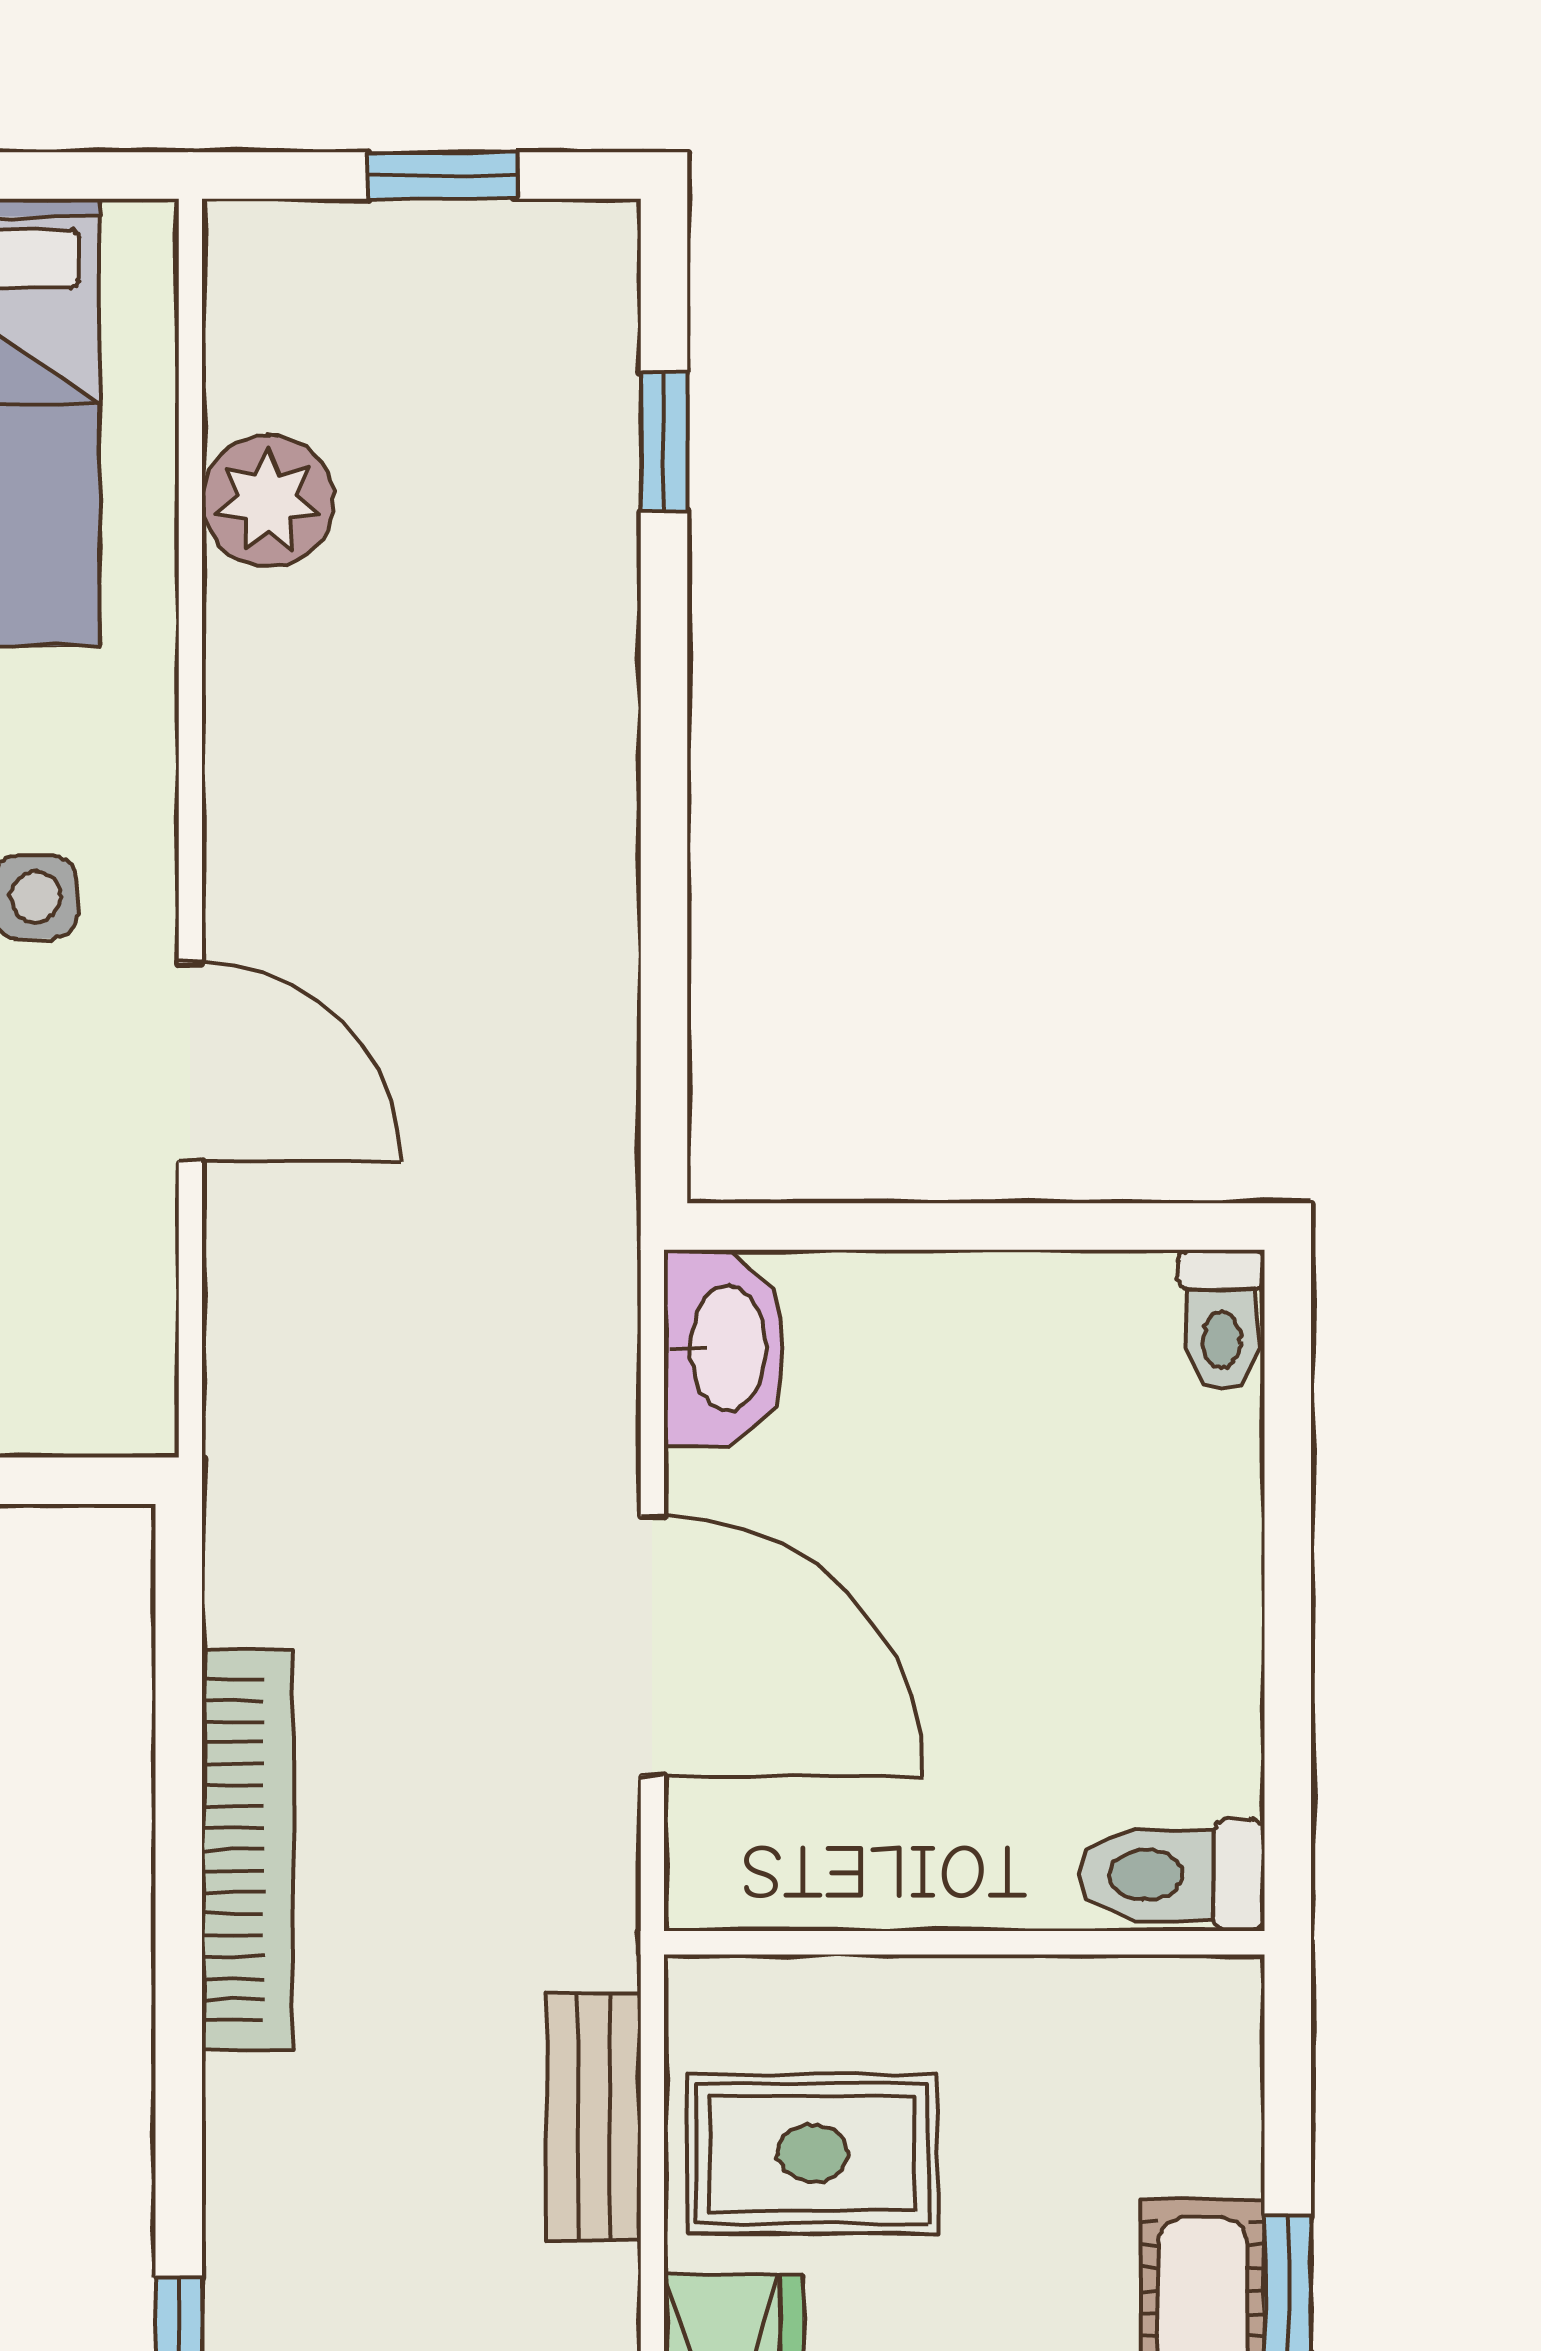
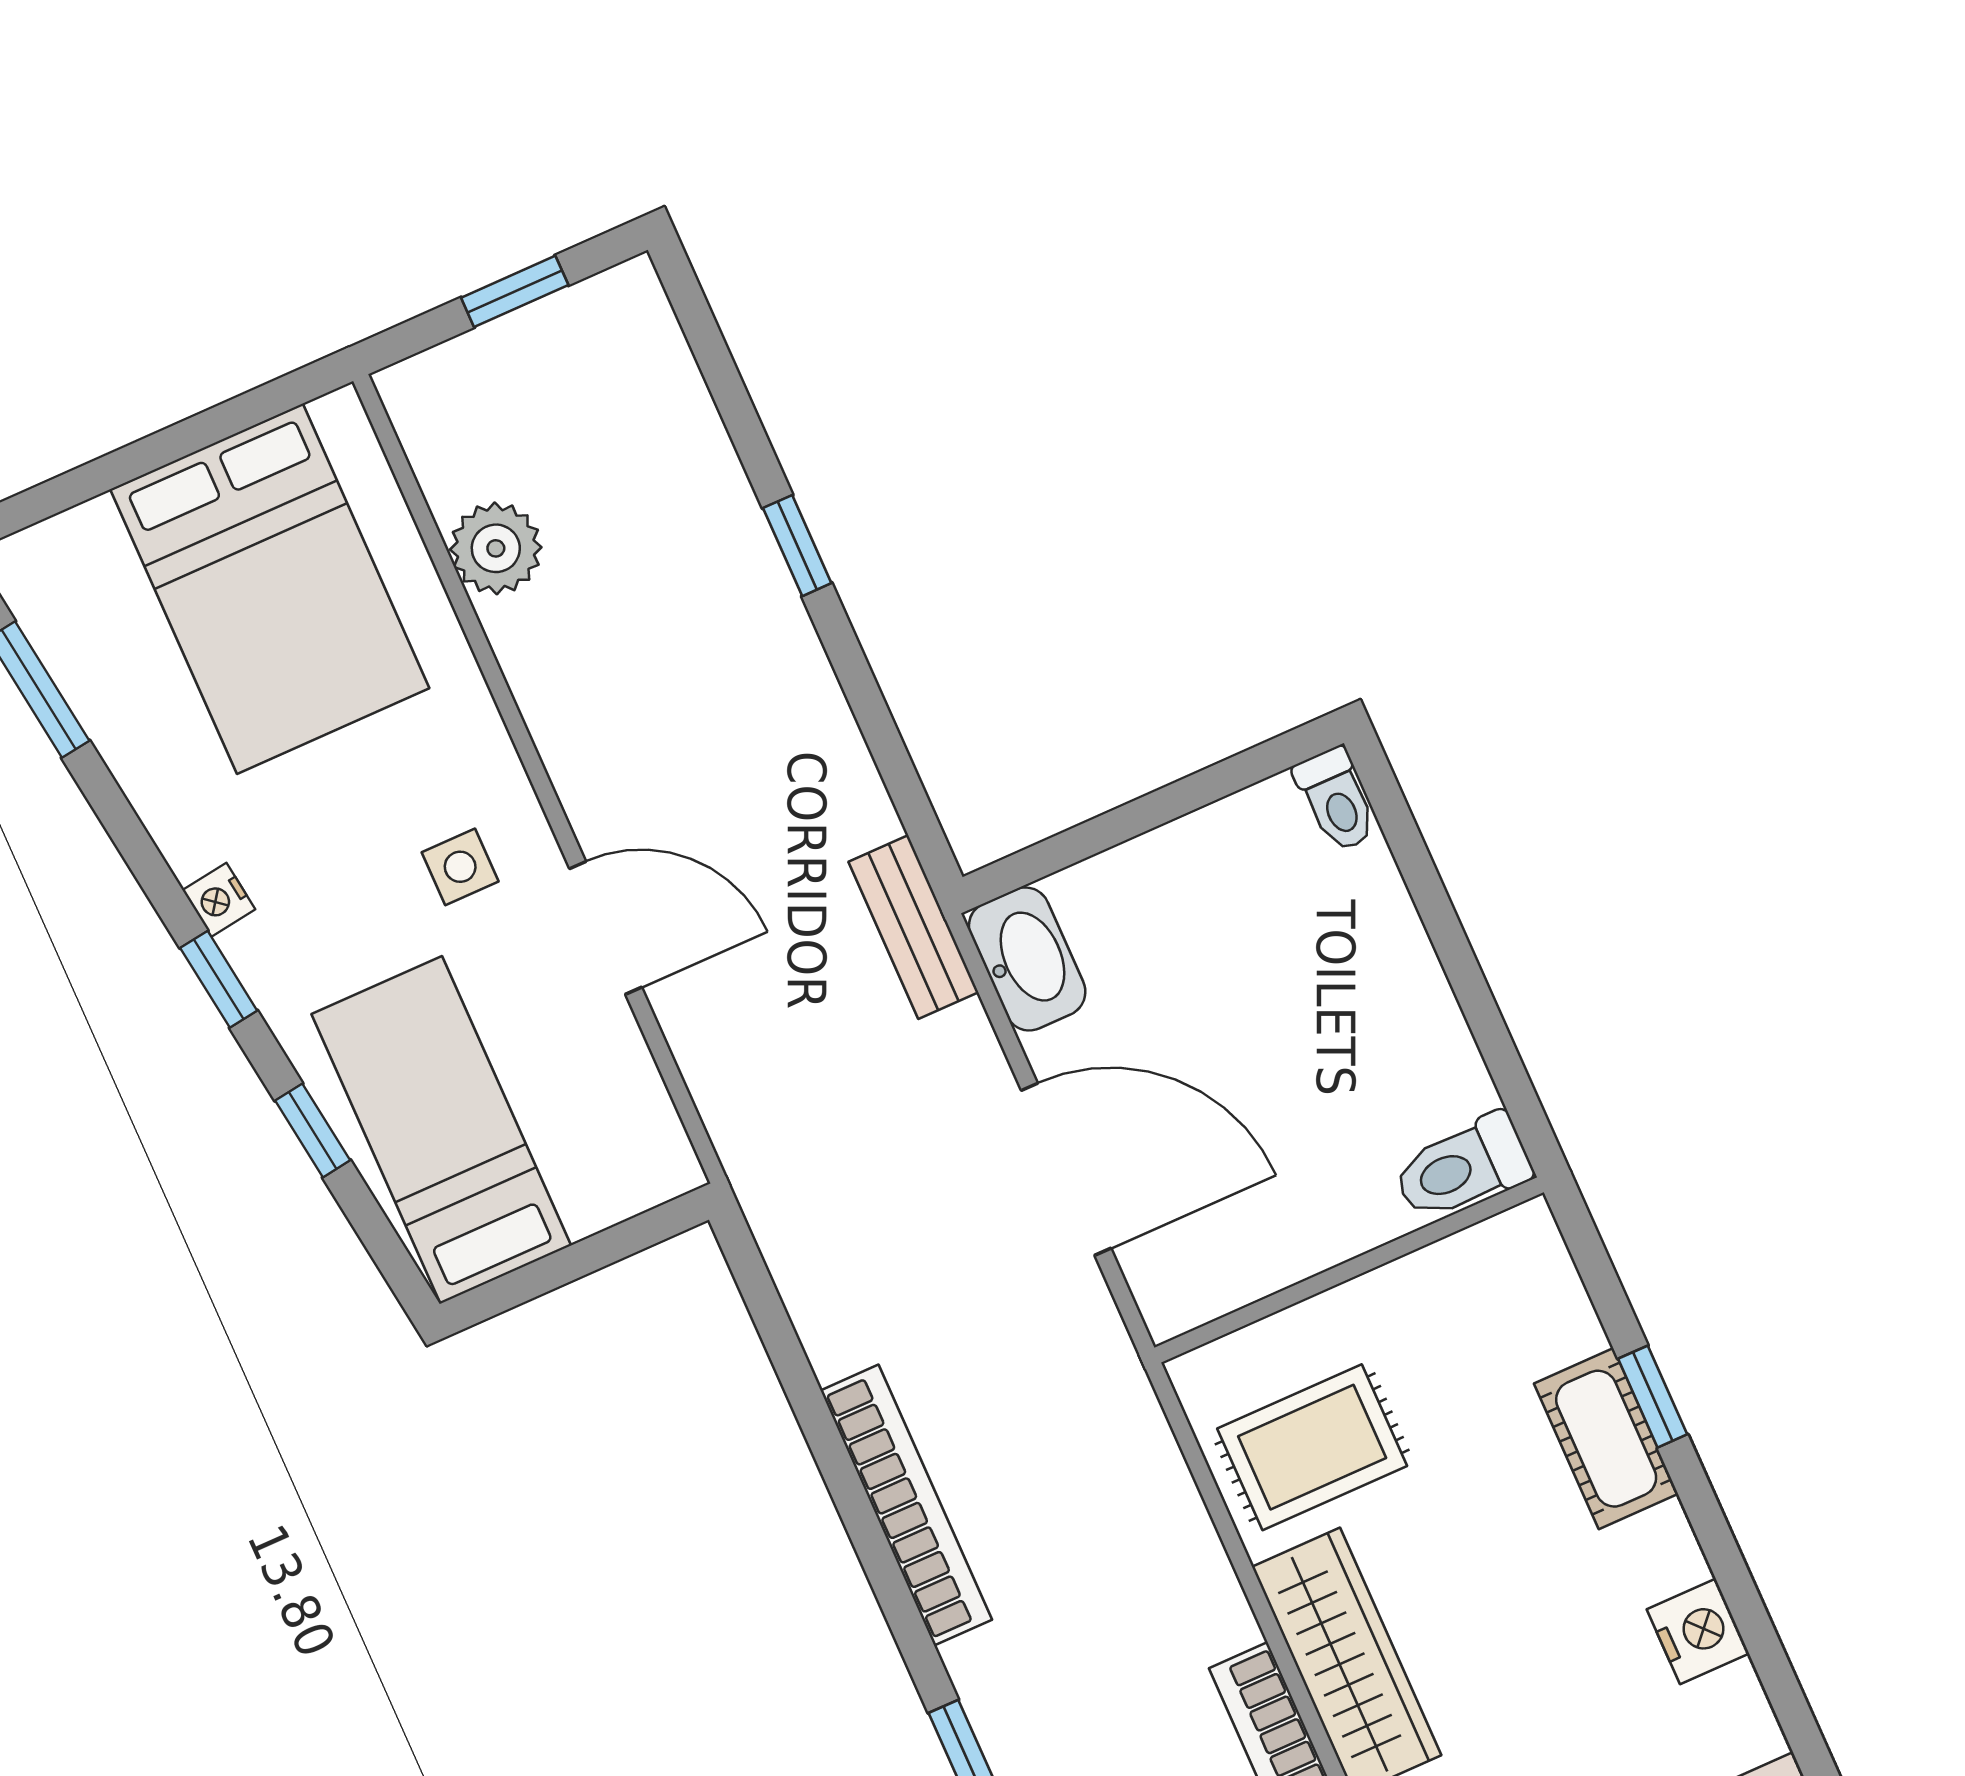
window: (664, 441) -> (797, 546), moved
bookcase: (247, 1850) -> (906, 1505), moved
bench: (594, 2117) -> (913, 927), moved

